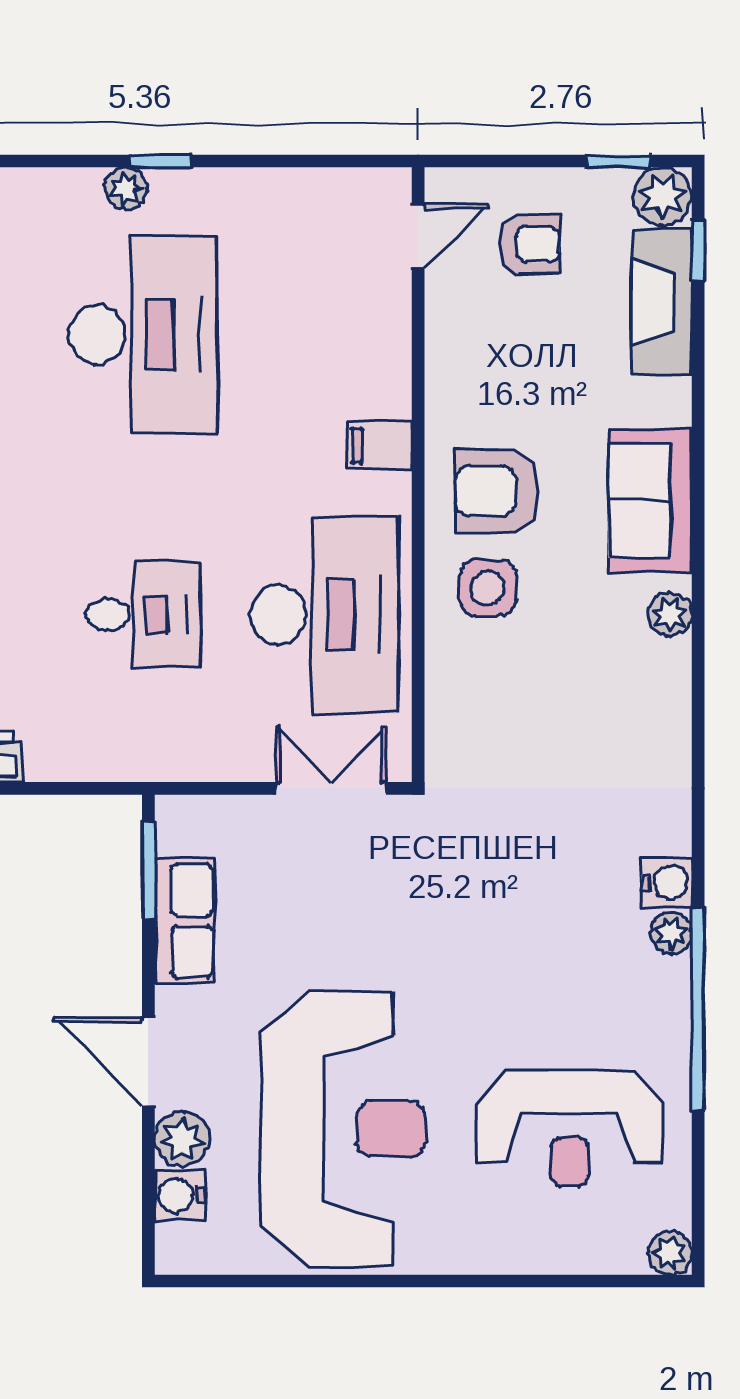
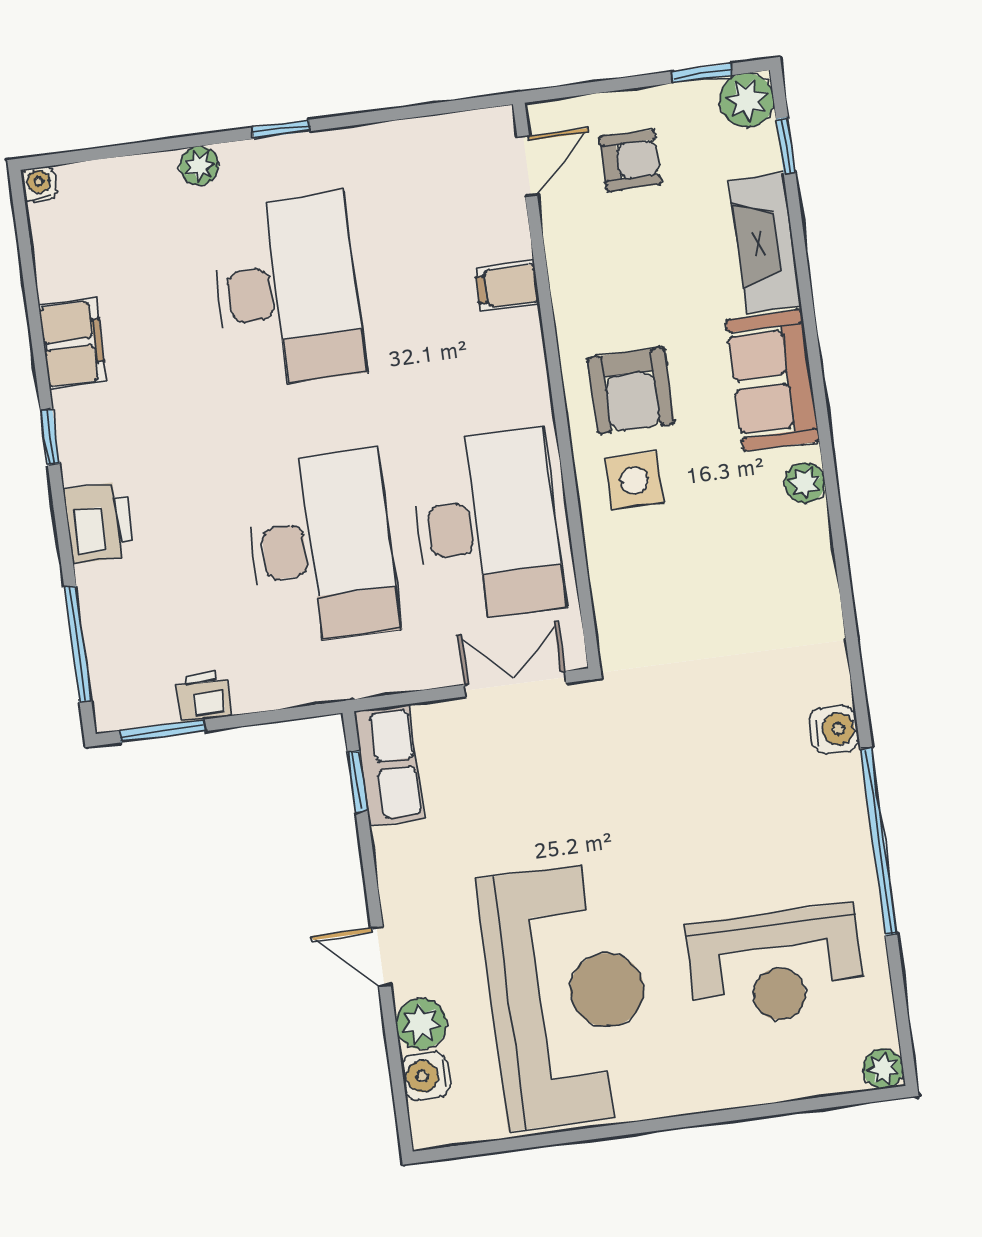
plant: (126, 188) -> (199, 166), moved
fireplace: (662, 302) -> (765, 243), moved
filing cabinet: (380, 446) -> (507, 286), moved
armchair: (497, 491) -> (631, 391), turned -90
desk: (143, 615) -> (321, 548), width x1.87, depth x1.30
window: (148, 870) -> (358, 781), width x0.67
row of seats: (185, 921) -> (389, 765), moved
plant: (671, 933) -> (845, 775), removed
door: (148, 1061) -> (381, 957), width x0.73

